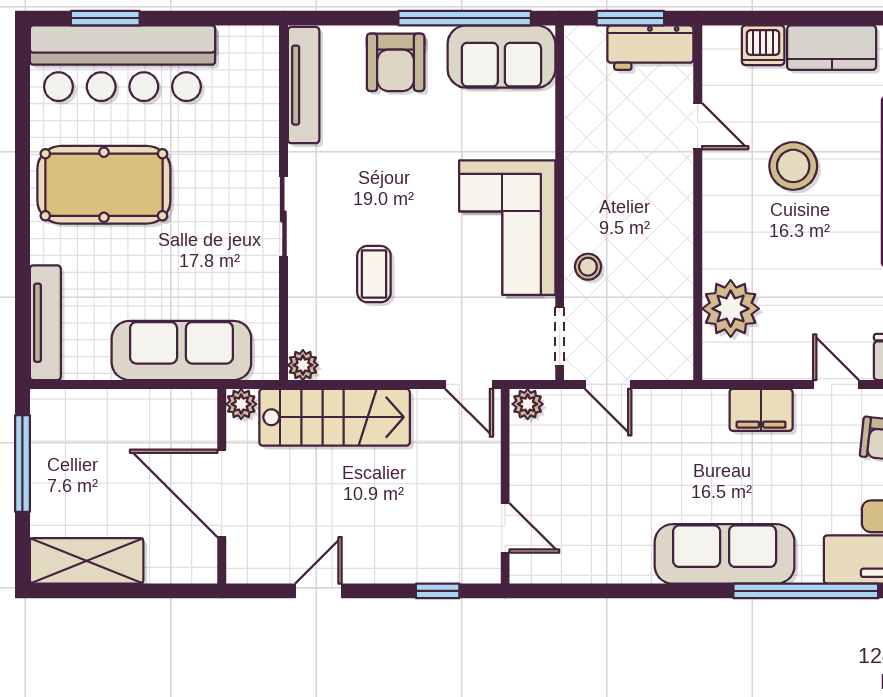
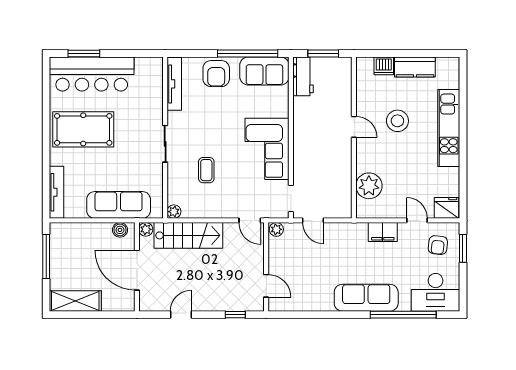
workbench: (650, 48) -> (303, 76), moved, turned -90
door: (698, 126) -> (354, 127), moved
stool: (588, 267) -> (304, 167), removed
boiler: (185, 405) -> (120, 230), added

